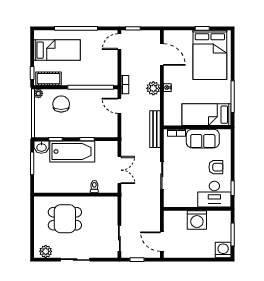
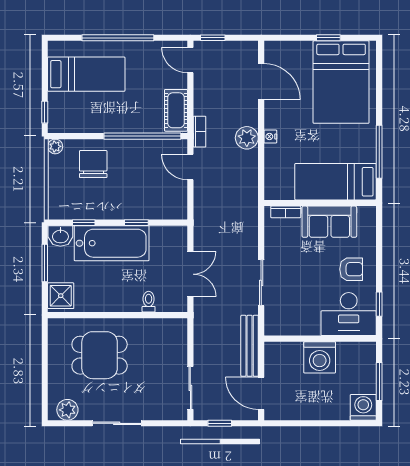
door: (119, 42) -> (190, 60), hinge flipped
cot: (48, 79) -> (176, 110), moved, turned 90
bench: (155, 129) -> (250, 346), moved
shower: (42, 183) -> (61, 296), added

